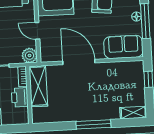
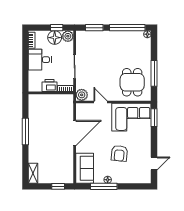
door: (37, 31) -> (101, 102), hinge flipped
shelving: (38, 86) -> (57, 100), removed
window: (93, 124) -> (25, 132), moved

